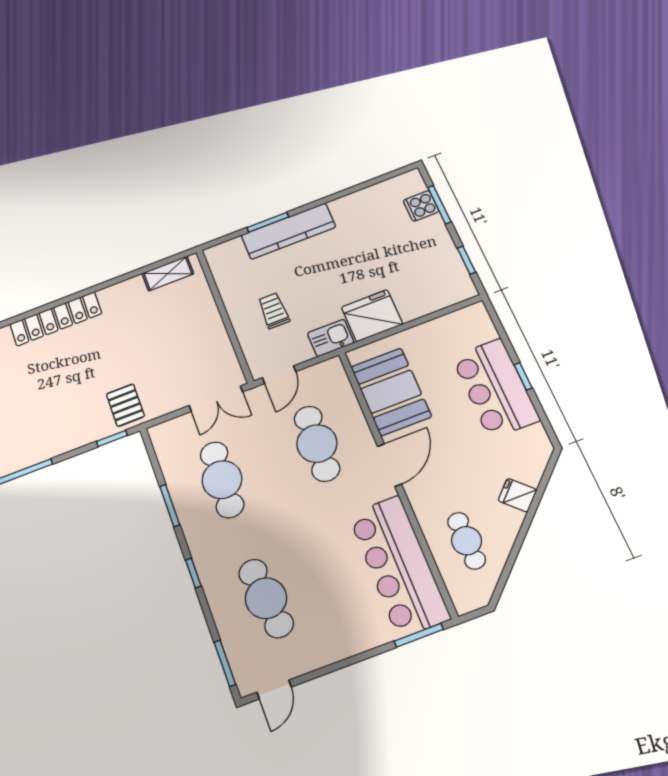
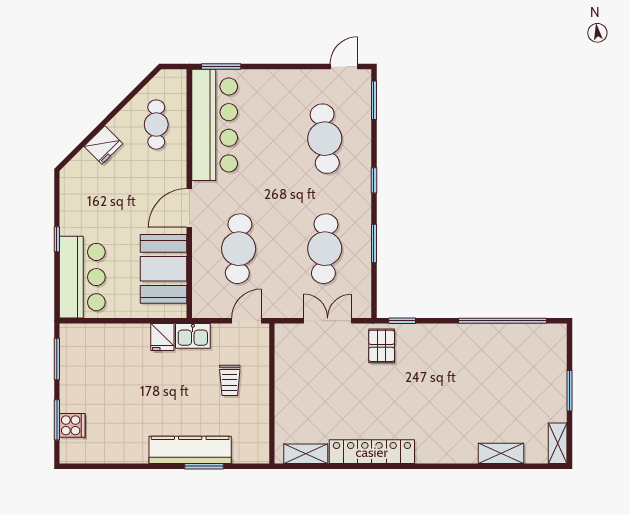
window: (466, 260) -> (57, 359), width x1.50
fridge: (372, 316) -> (162, 337), width x0.53, depth x0.75
locker: (56, 319) -> (372, 452), moved
bar counter: (495, 388) -> (82, 277), moved
double door: (216, 399) -> (328, 321), moved
fridge: (517, 495) -> (103, 145), width x1.38

